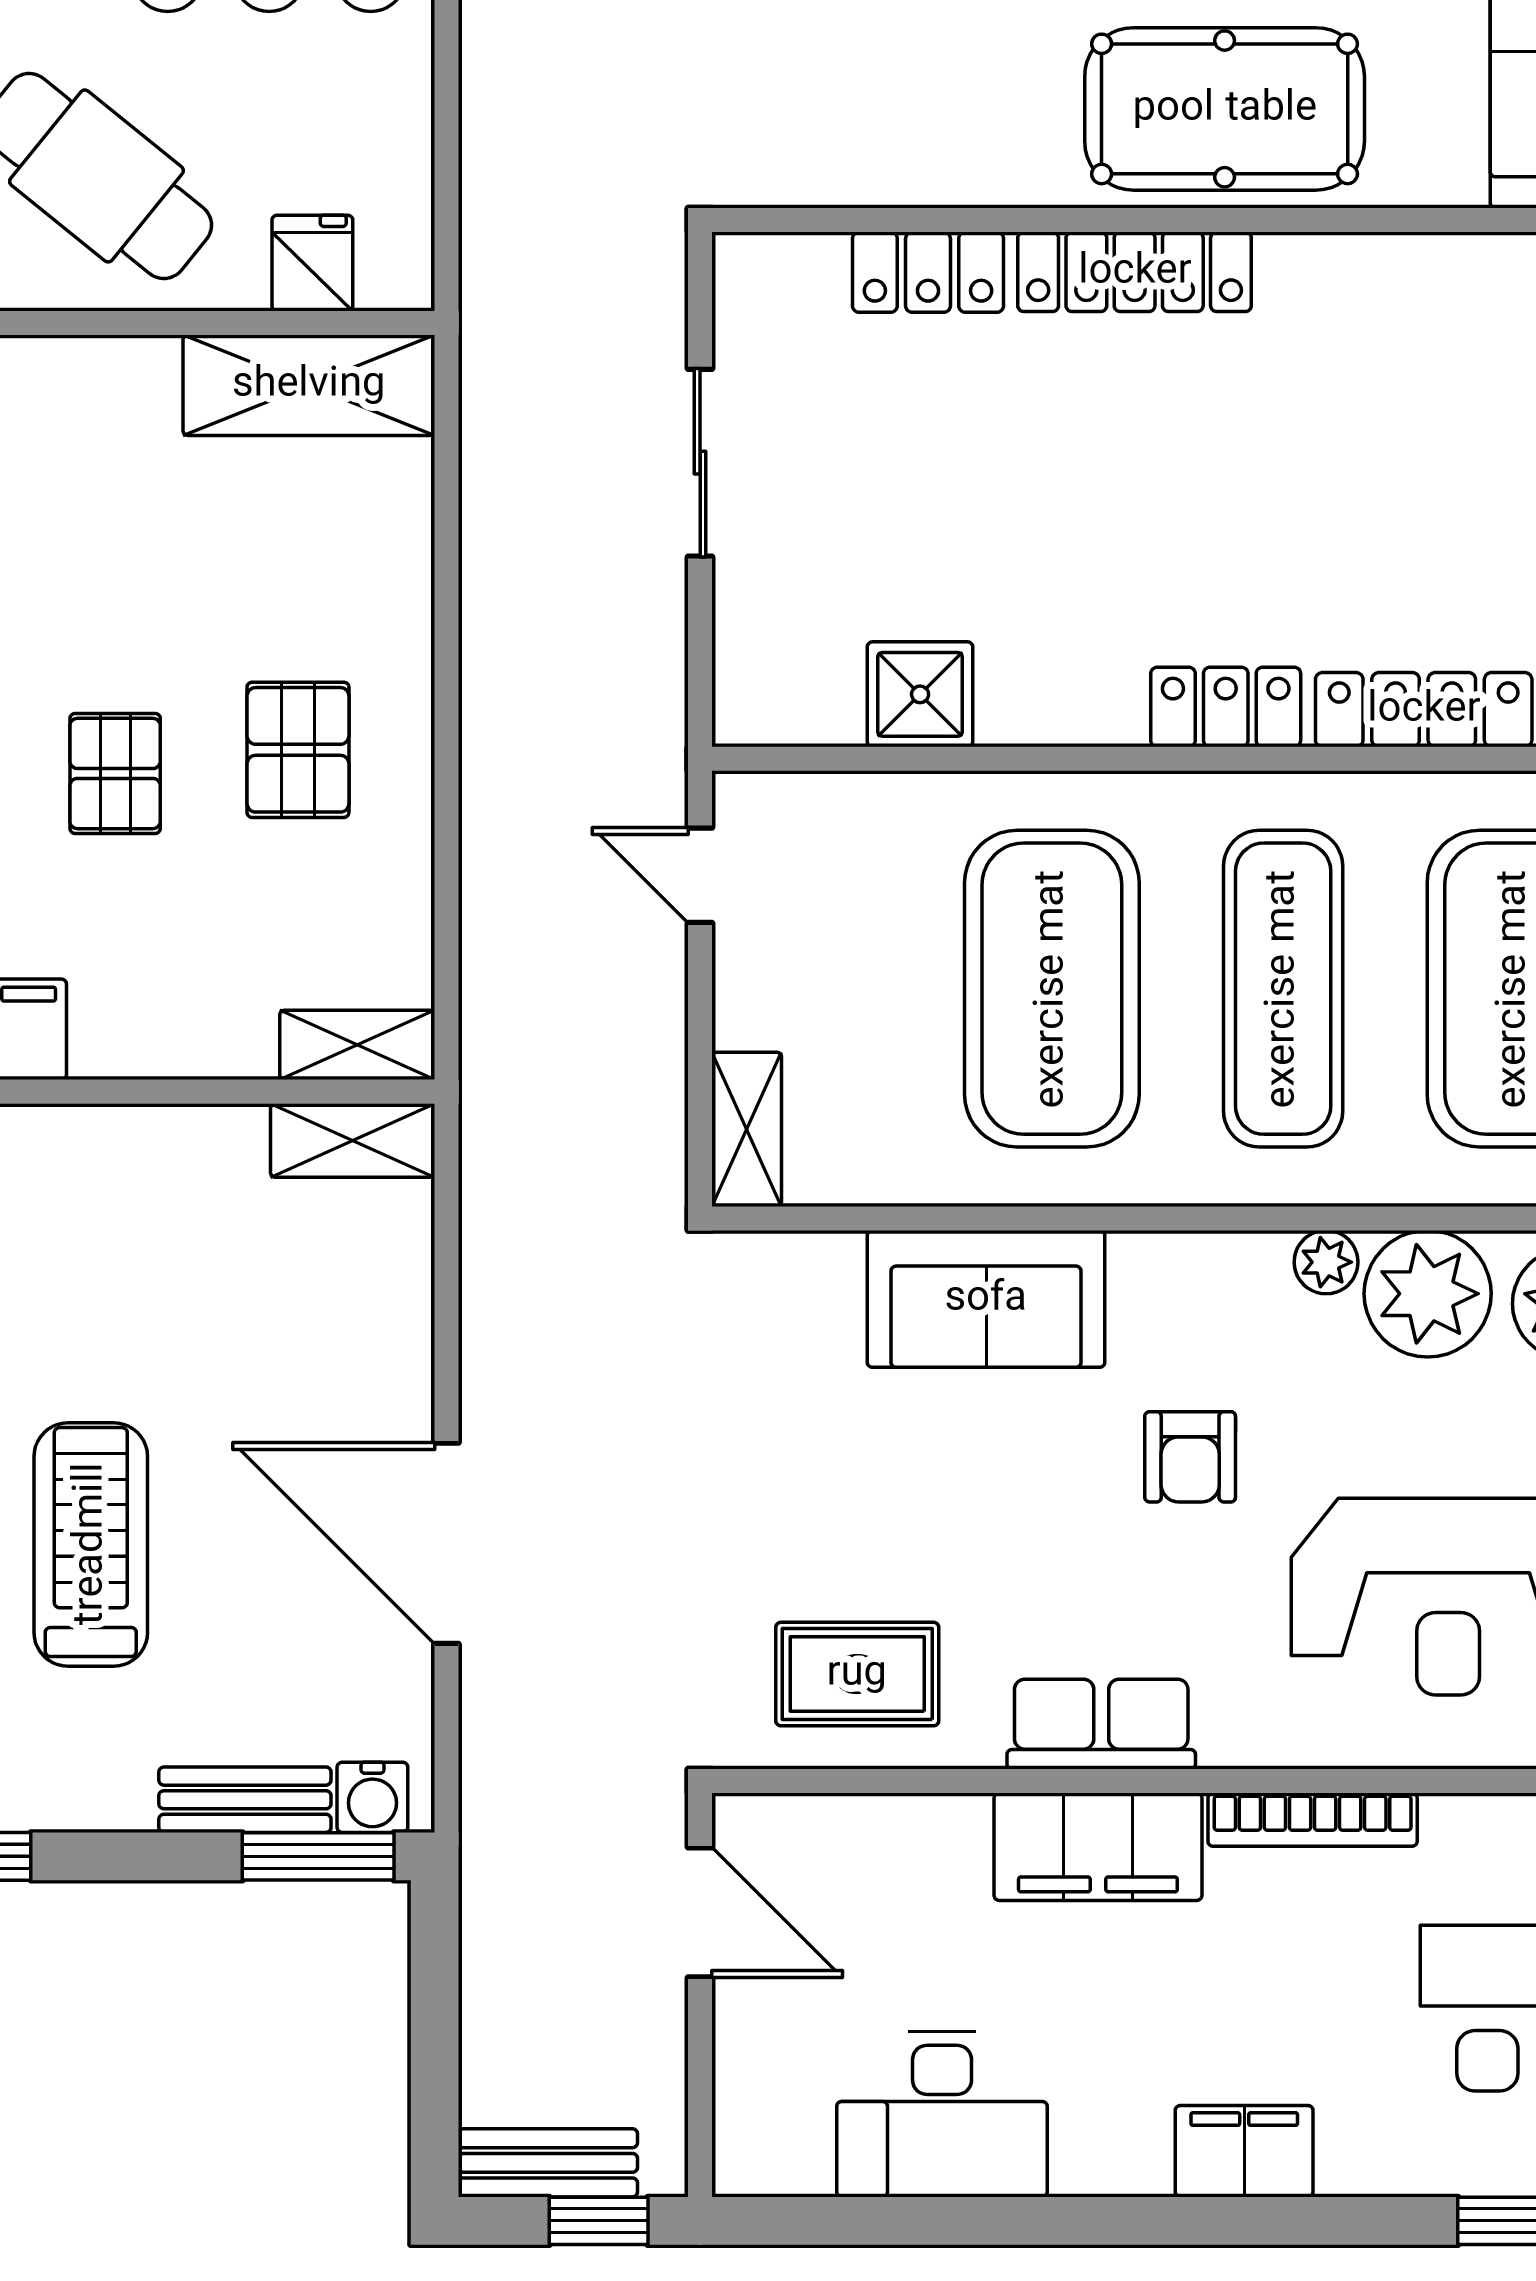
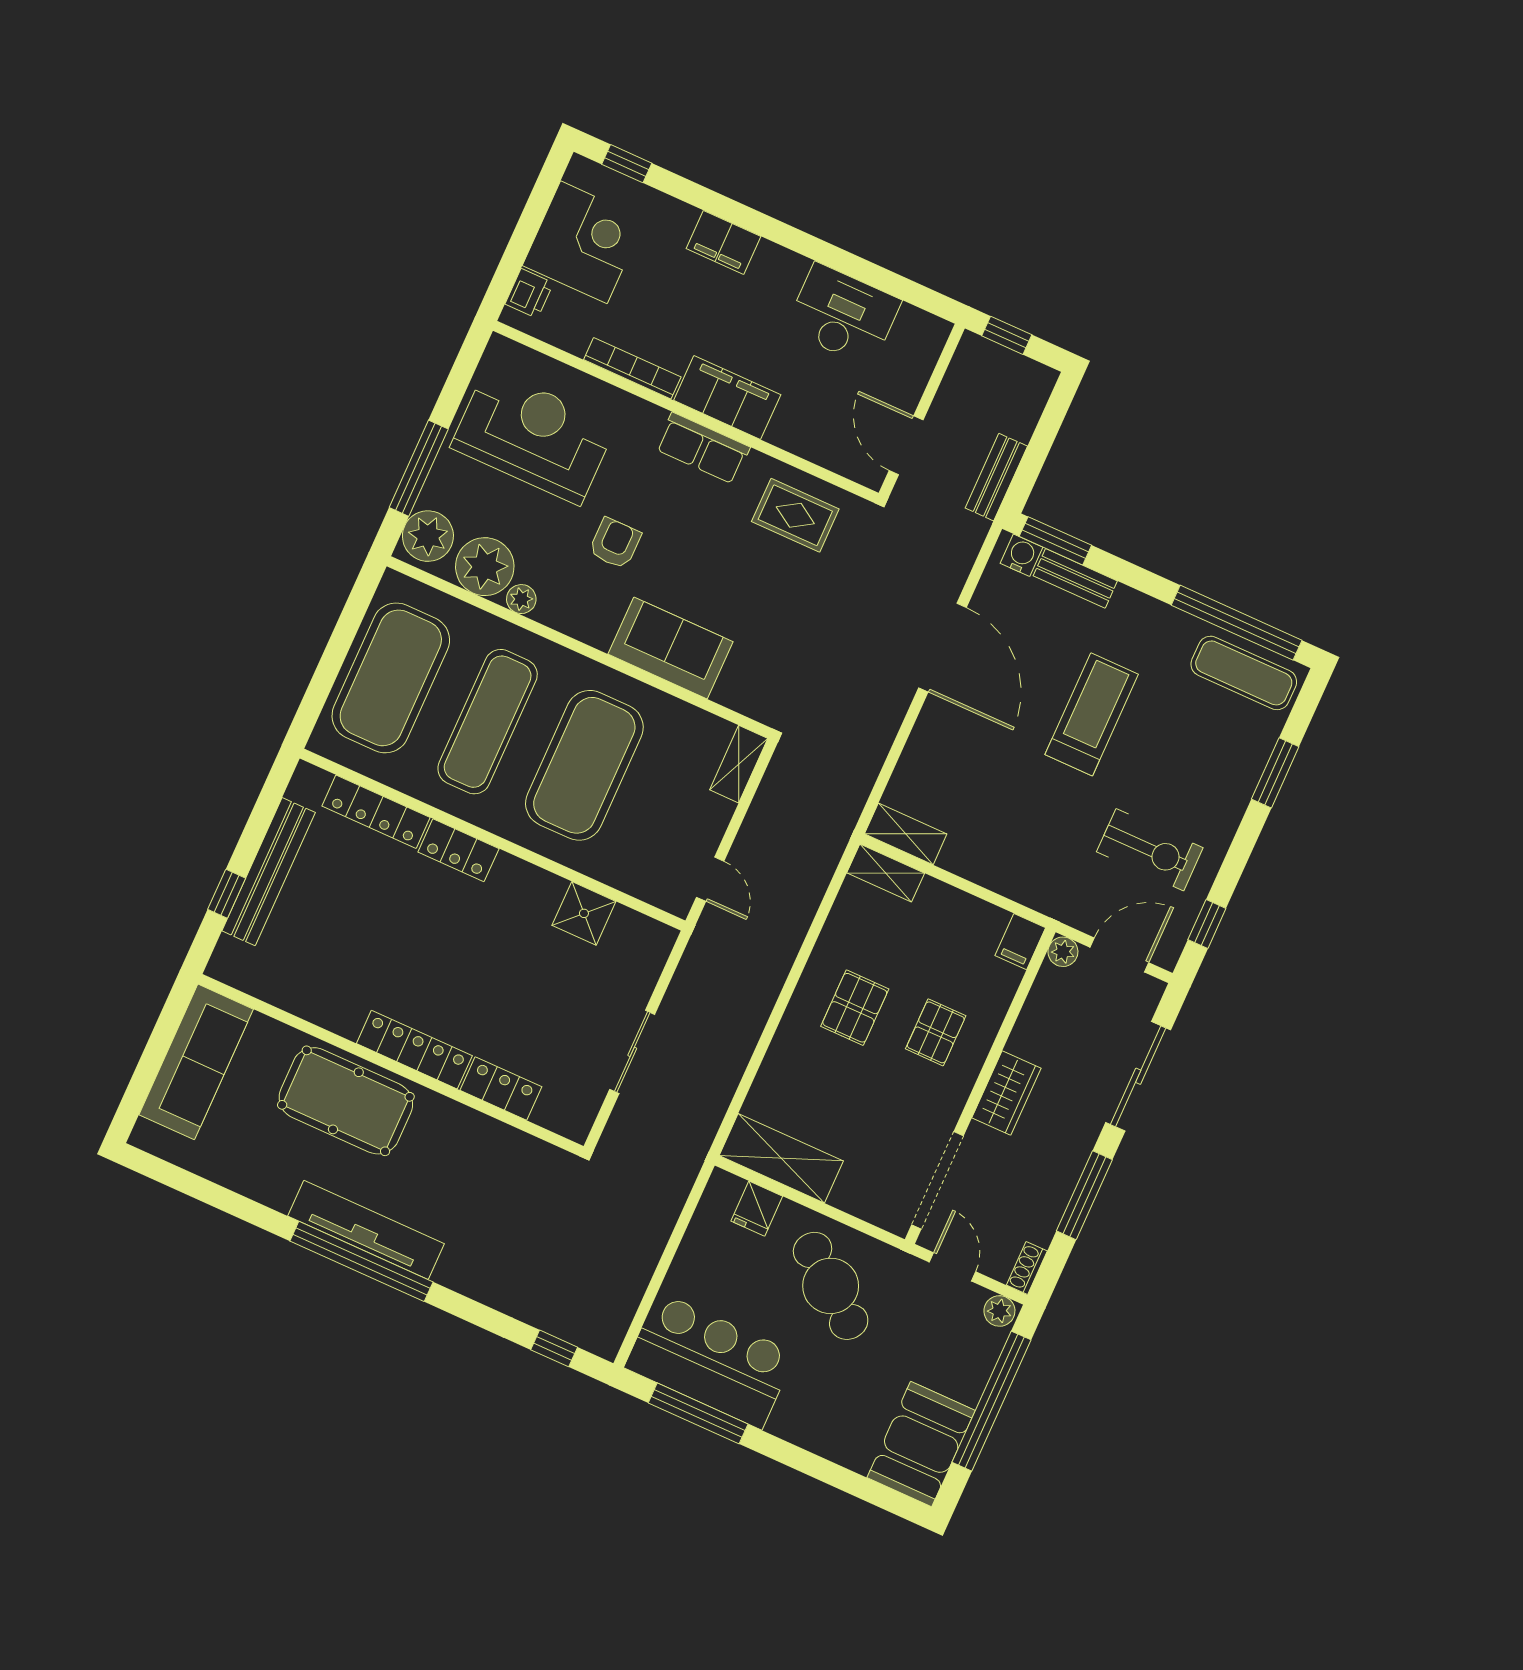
treadmill: (91, 1544) -> (1092, 714), turned 180
bench: (548, 2163) -> (996, 477), moved, turned 90

